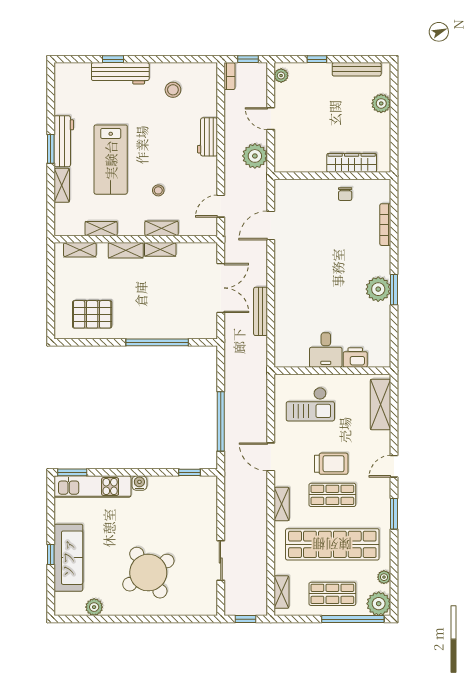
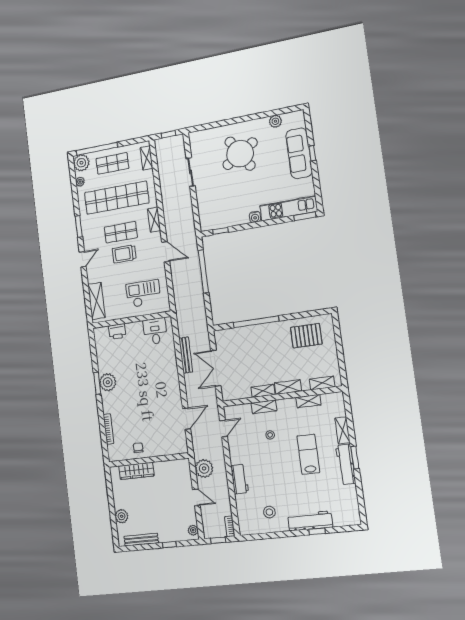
lab bench: (111, 160) -> (308, 454), width x0.73, depth x0.72
desk: (326, 350) -> (155, 331), moved

